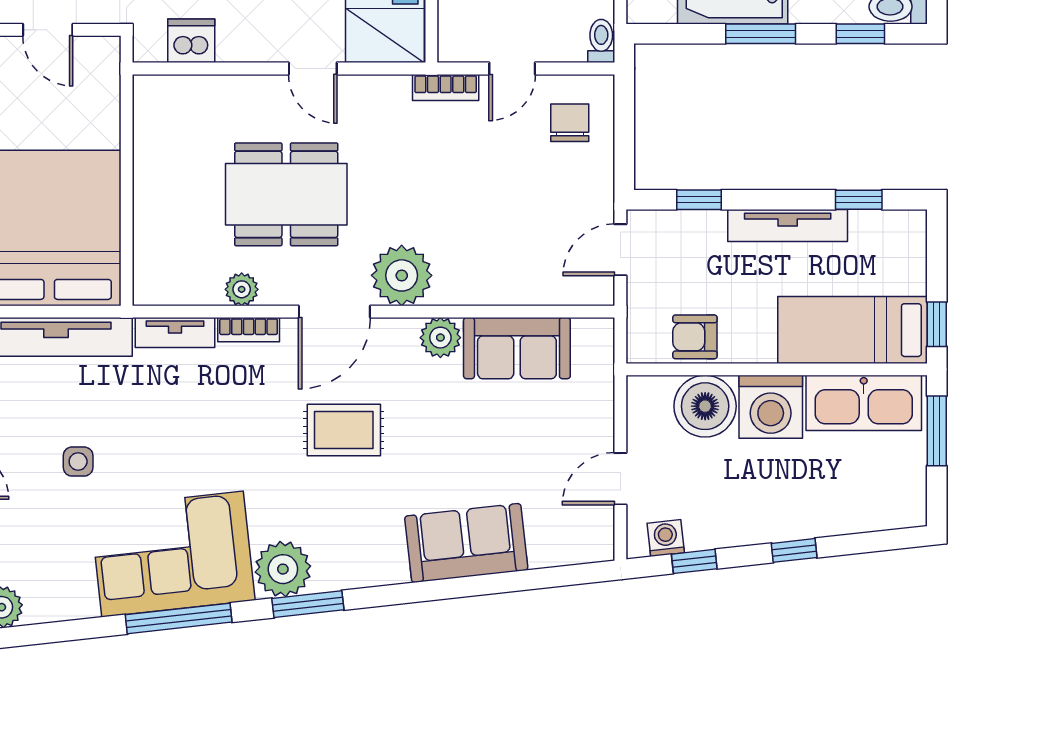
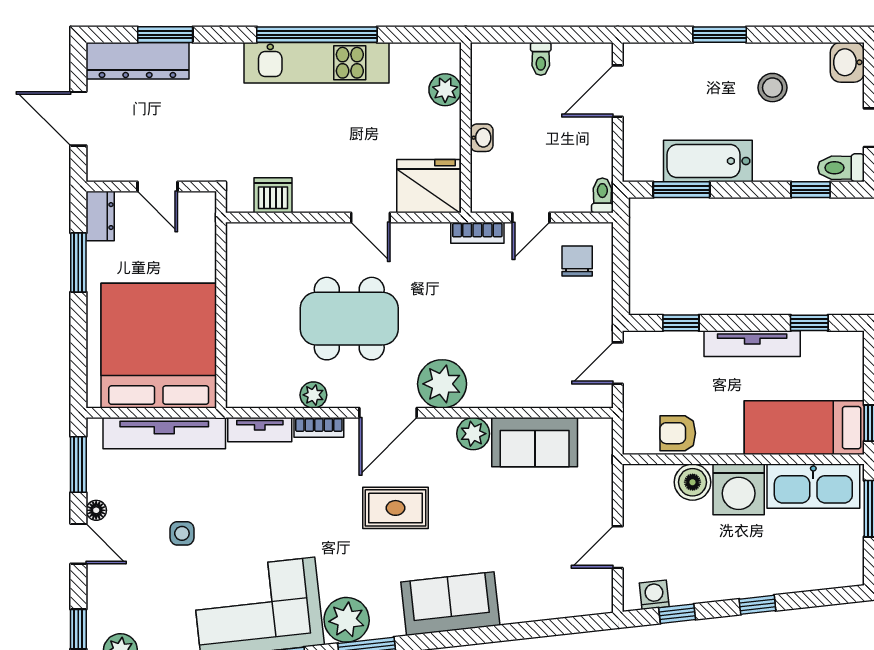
window: (761, 34) -> (681, 190), moved
boiler: (705, 406) -> (693, 482), width x0.73, depth x0.73
sofa: (466, 543) -> (450, 604), moved

